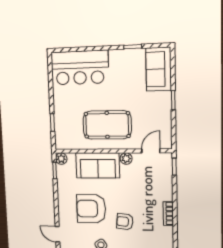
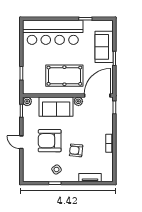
bar counter: (80, 68) -> (53, 32), width x1.36
sofa: (159, 69) -> (104, 47), moved
door: (151, 151) -> (97, 96), width x1.87
door: (57, 234) -> (21, 142), moved

